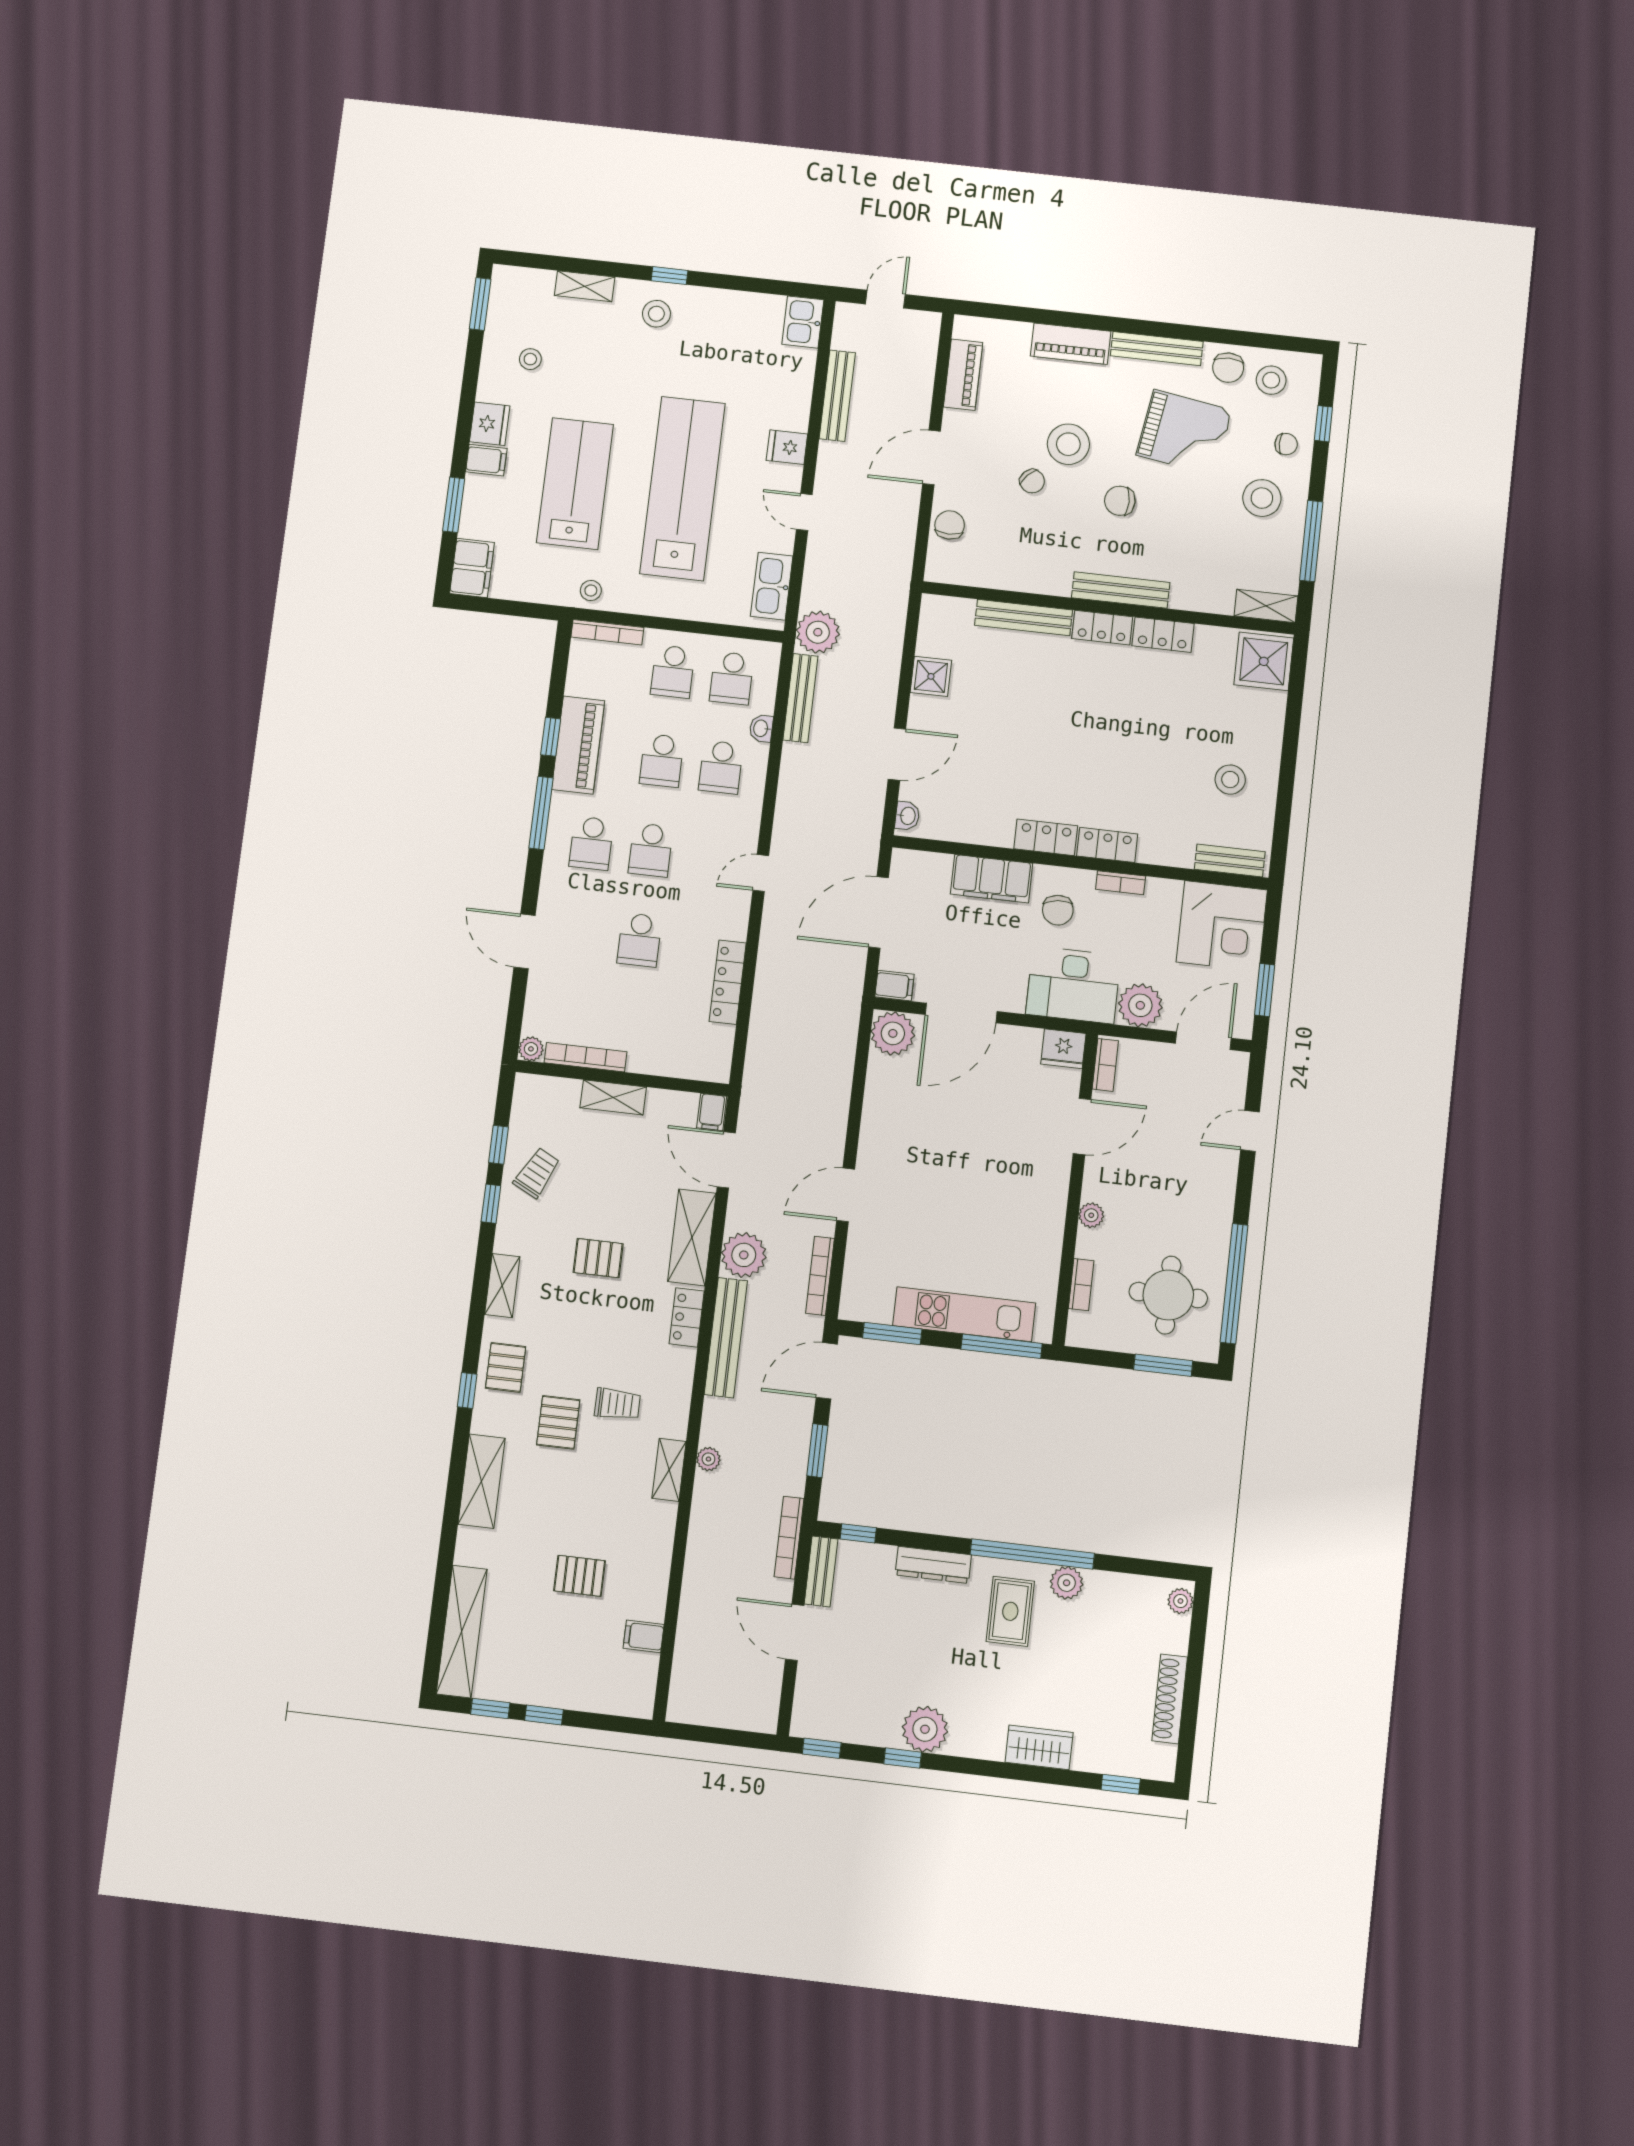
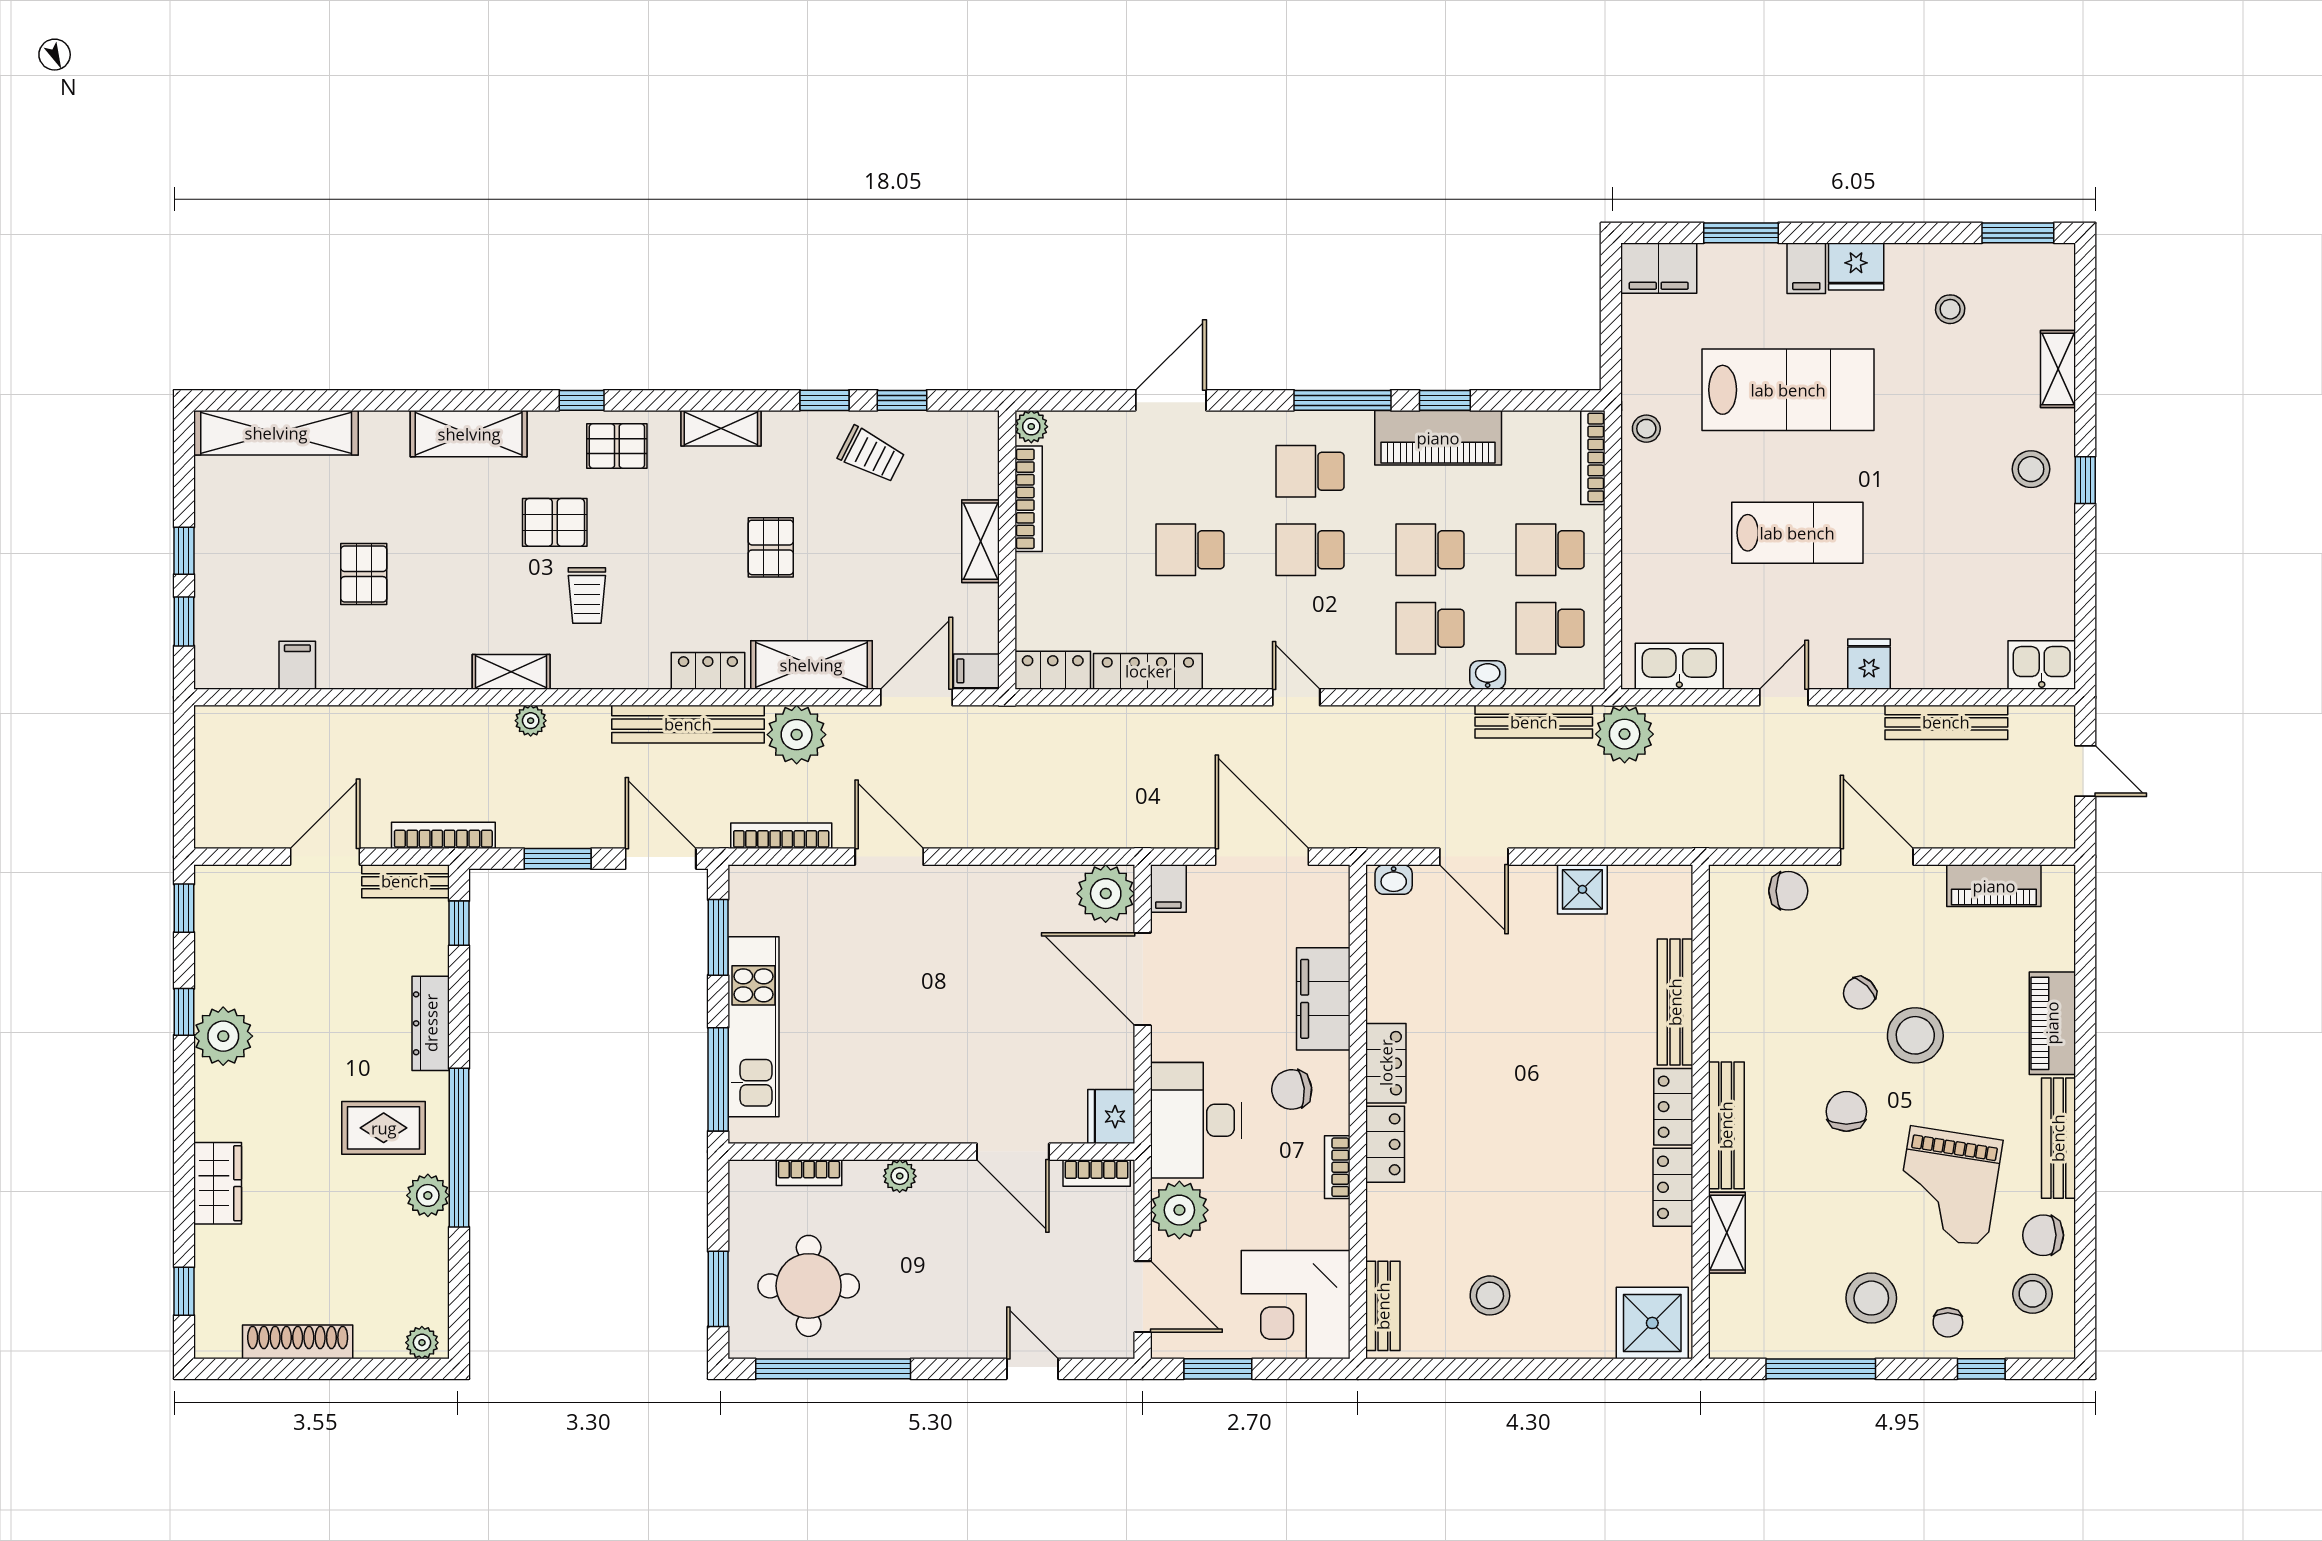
lab bench: (683, 488) -> (1797, 533), width x0.54, depth x0.72
shelving: (1266, 606) -> (1727, 1233), moved
locker: (718, 1054) -> (1053, 670), added
window: (490, 1709) -> (184, 621), moved

